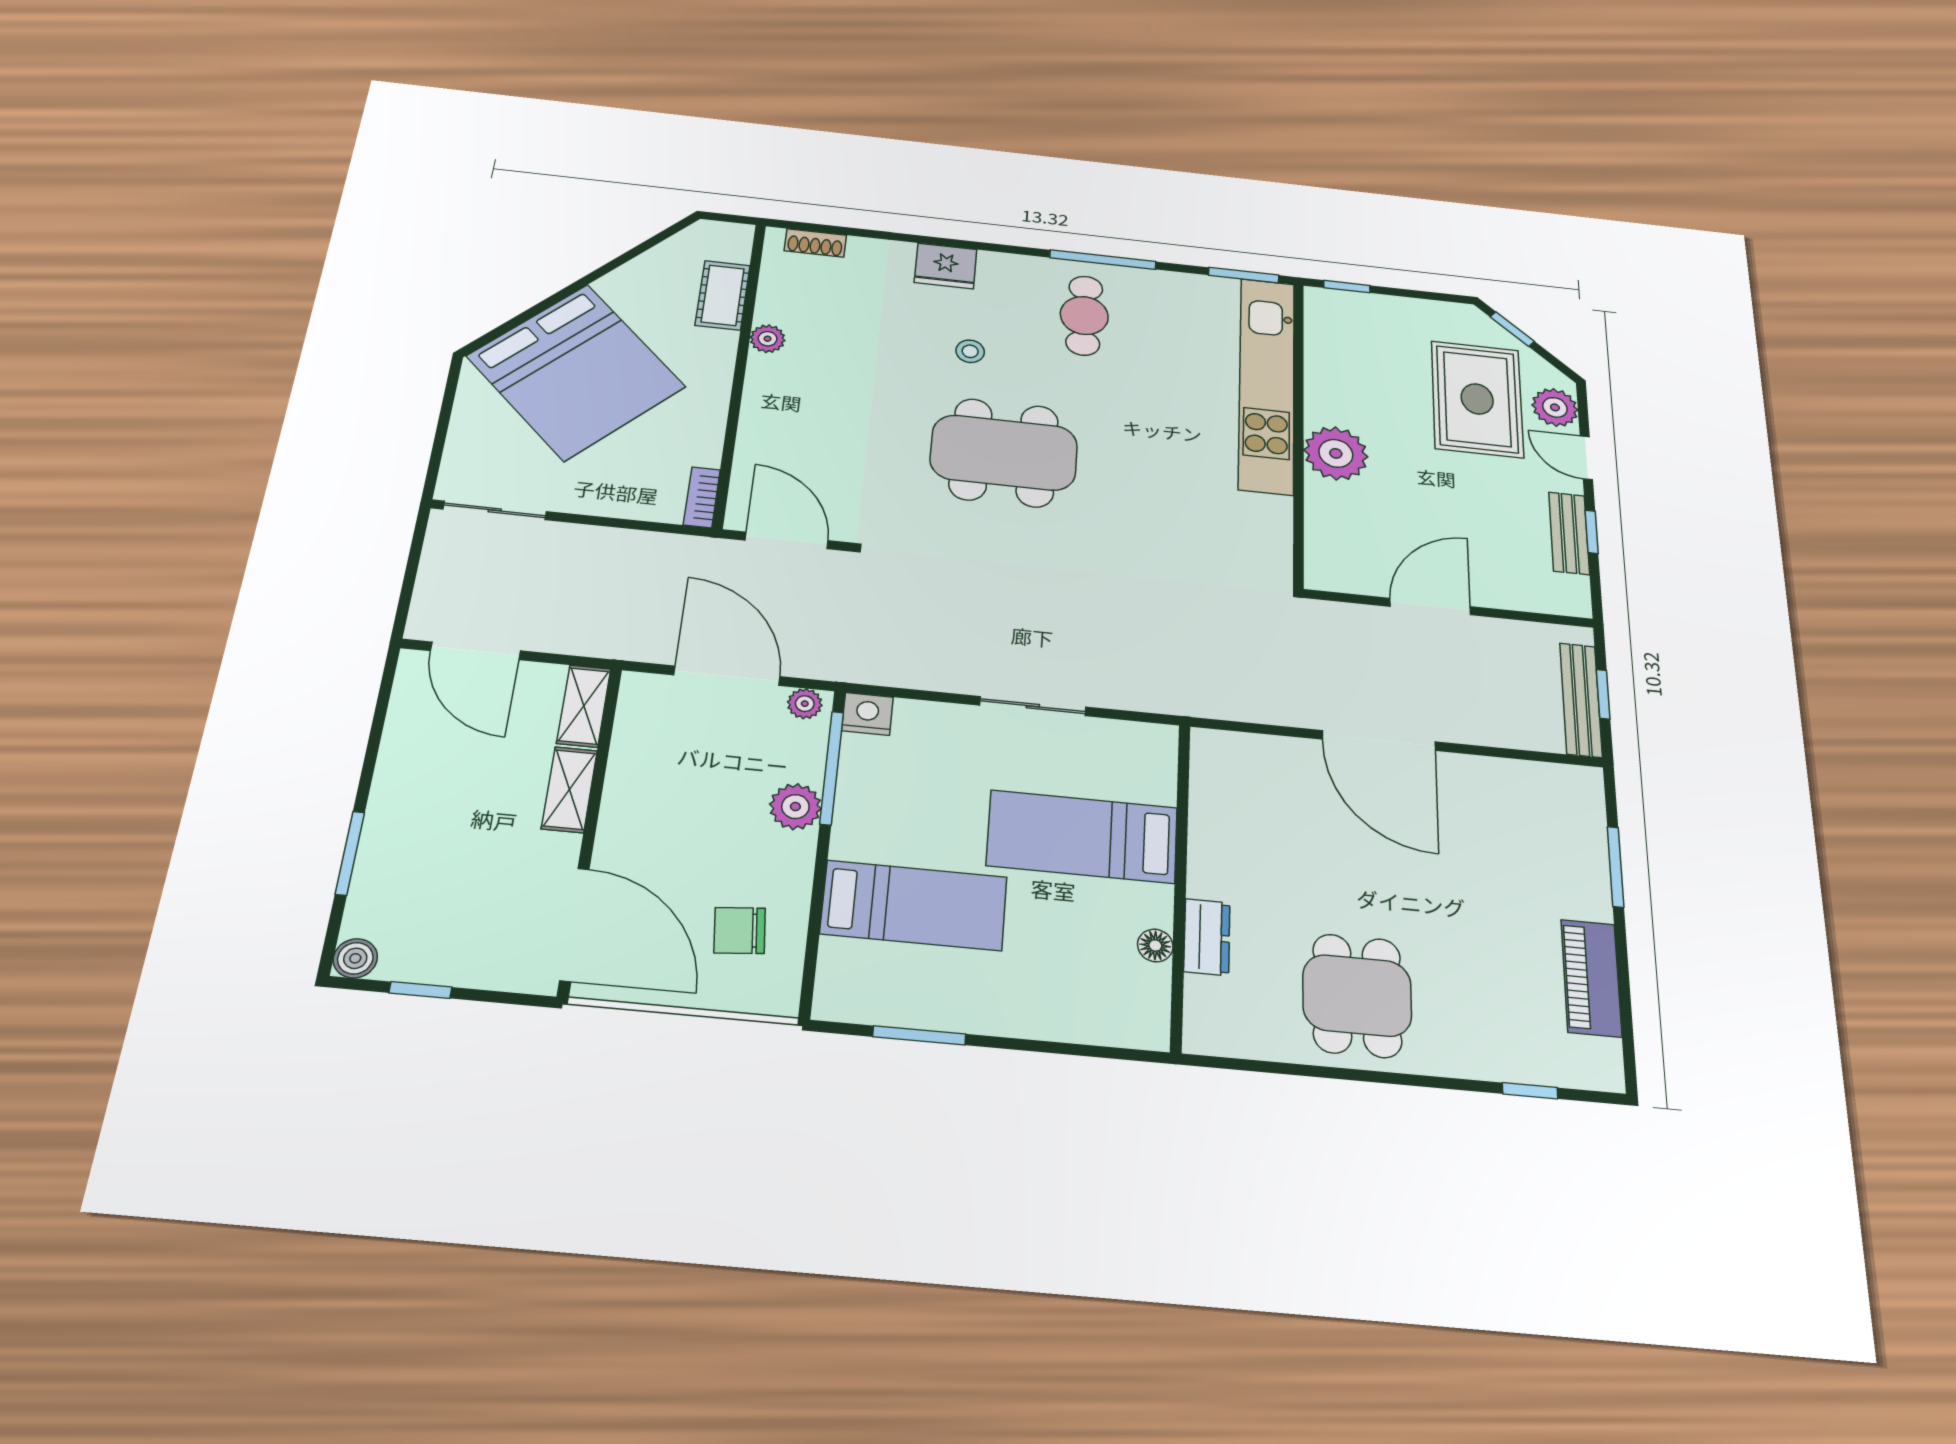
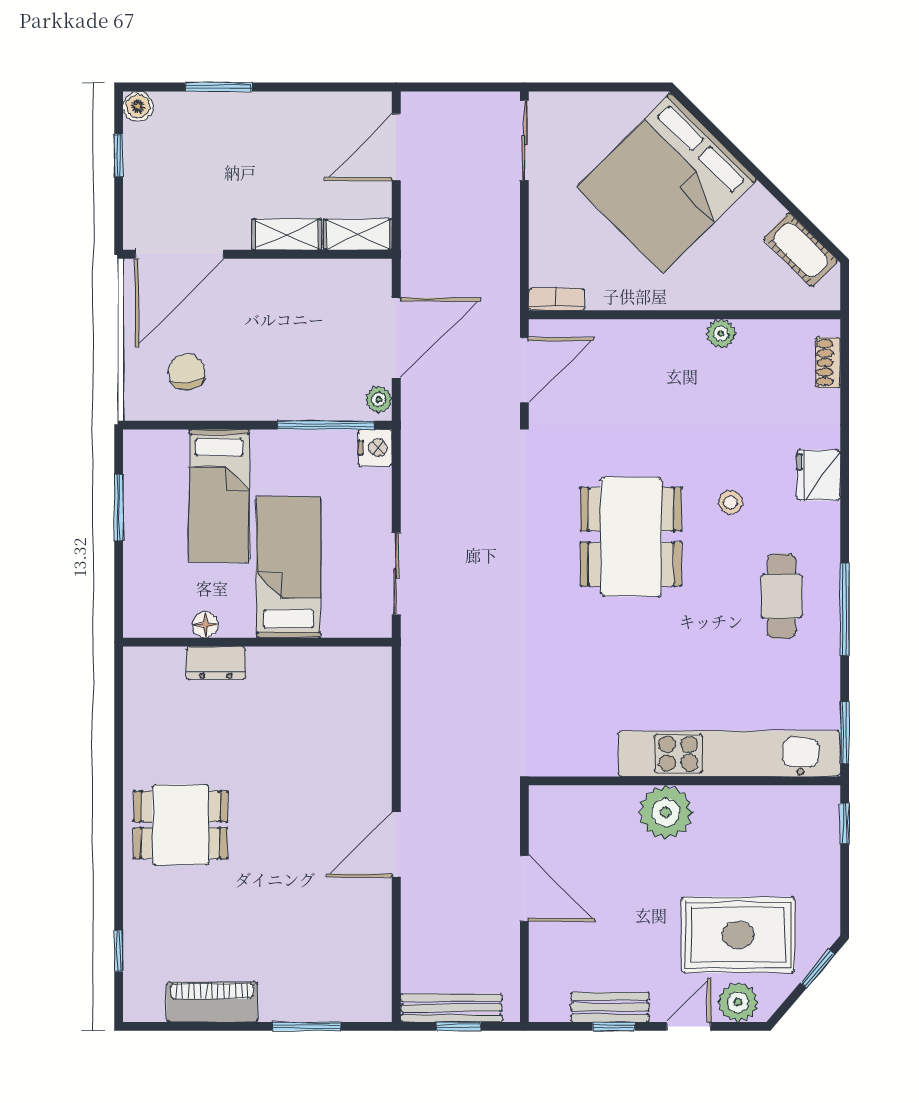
cot: (723, 295) -> (801, 250), moved, turned 45
cafe table: (1084, 315) -> (782, 596), turned 90
door: (1379, 741) -> (396, 844), width x0.73
plant: (795, 807) -> (291, 401), removed
bed: (1082, 837) -> (289, 567), moved
wall: (1180, 883) -> (257, 642), moved
dresser: (1207, 937) -> (216, 663), moved
floor lamp: (1155, 945) -> (205, 625), moved

